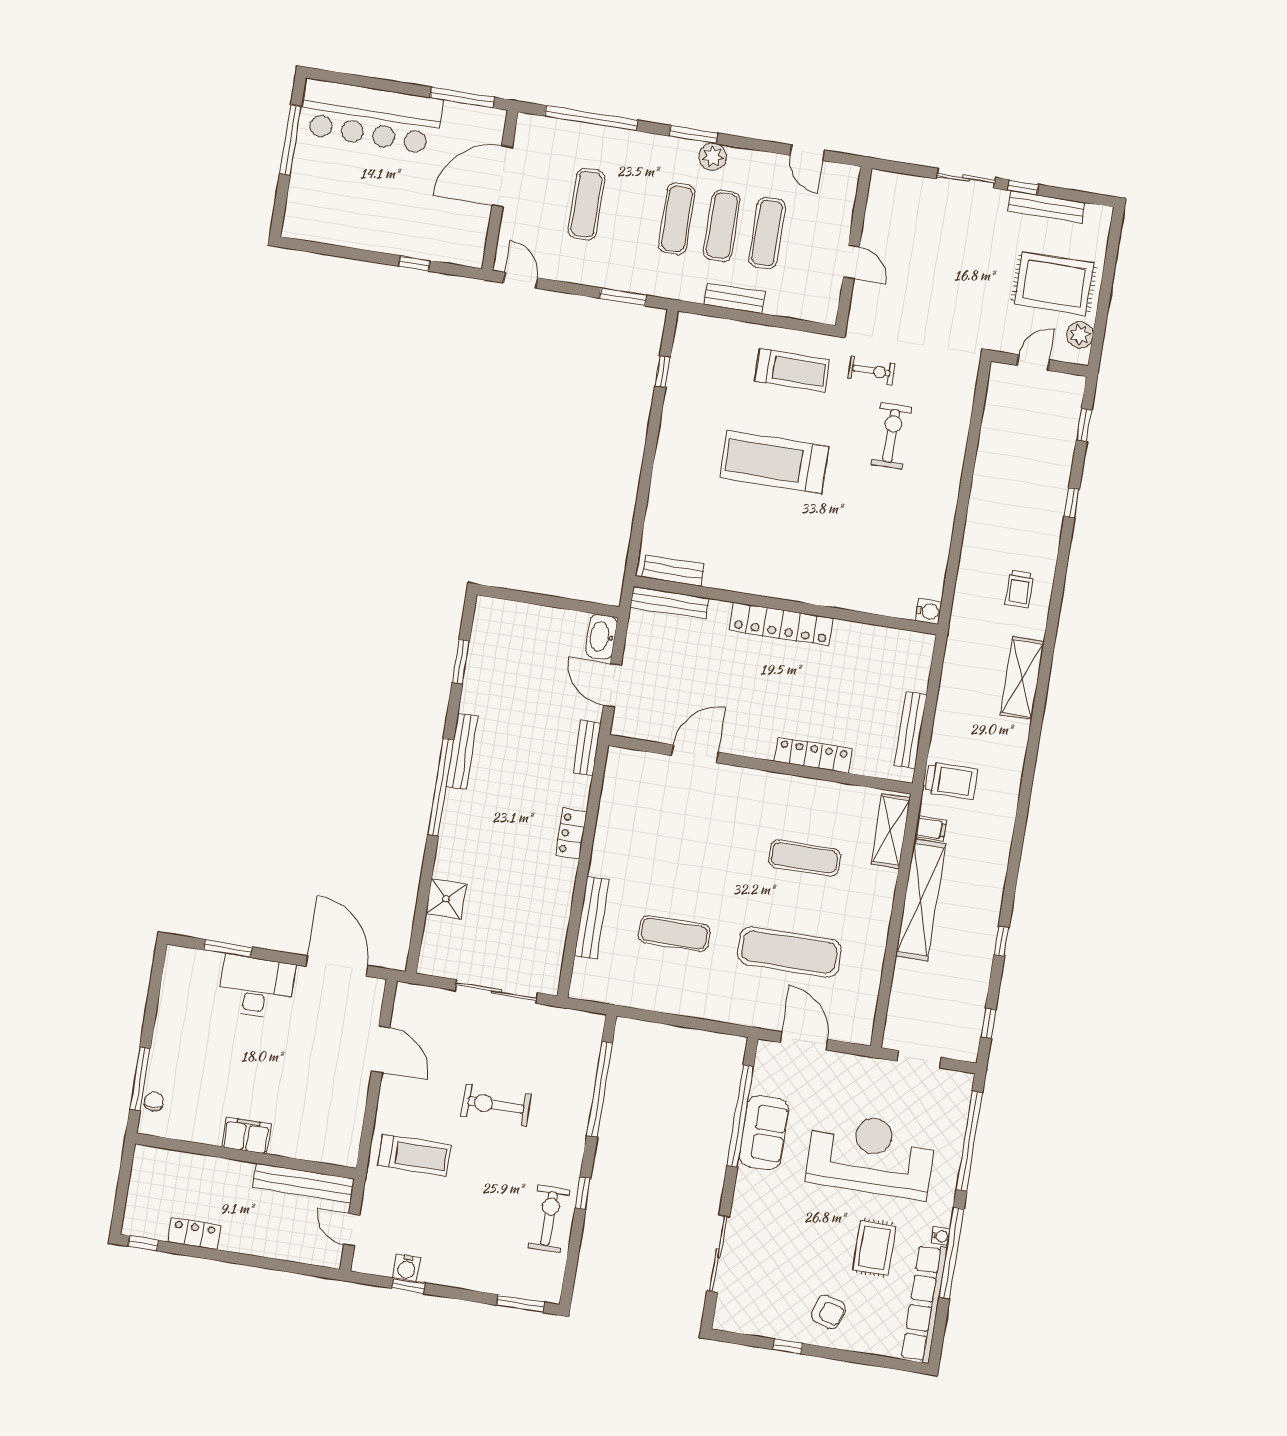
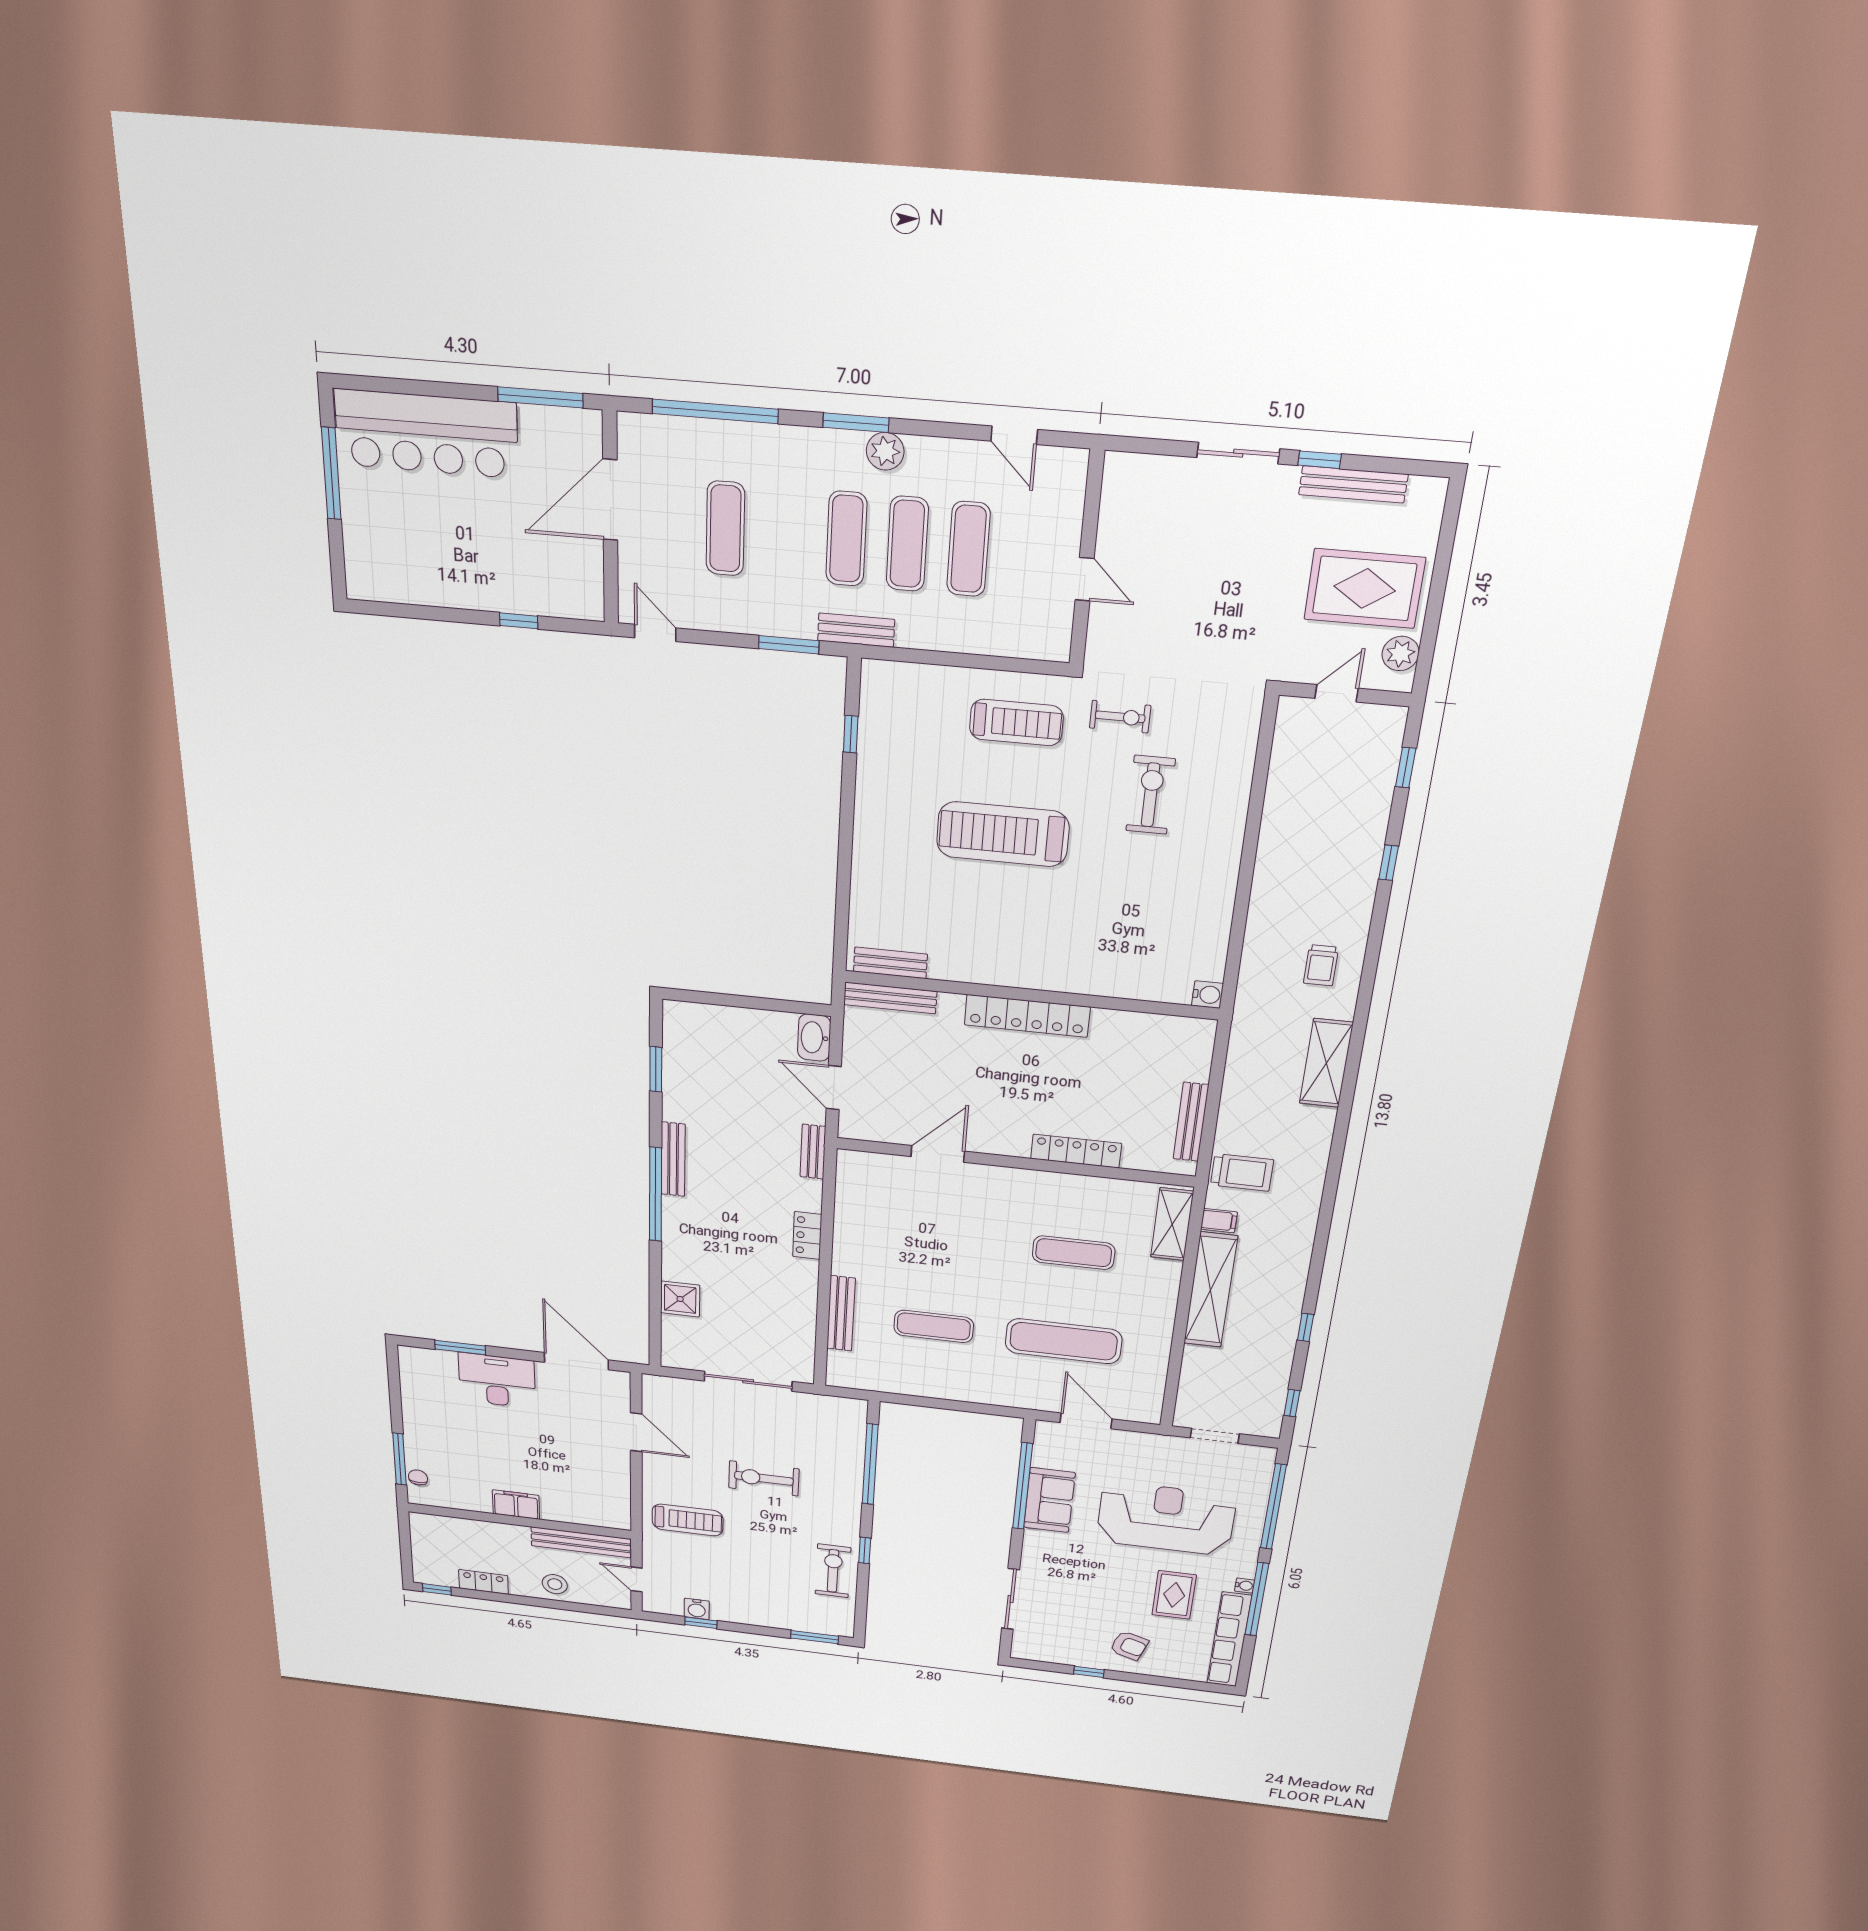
bench: (735, 298) -> (856, 630), moved
stool: (267, 1236) -> (555, 1584), added

